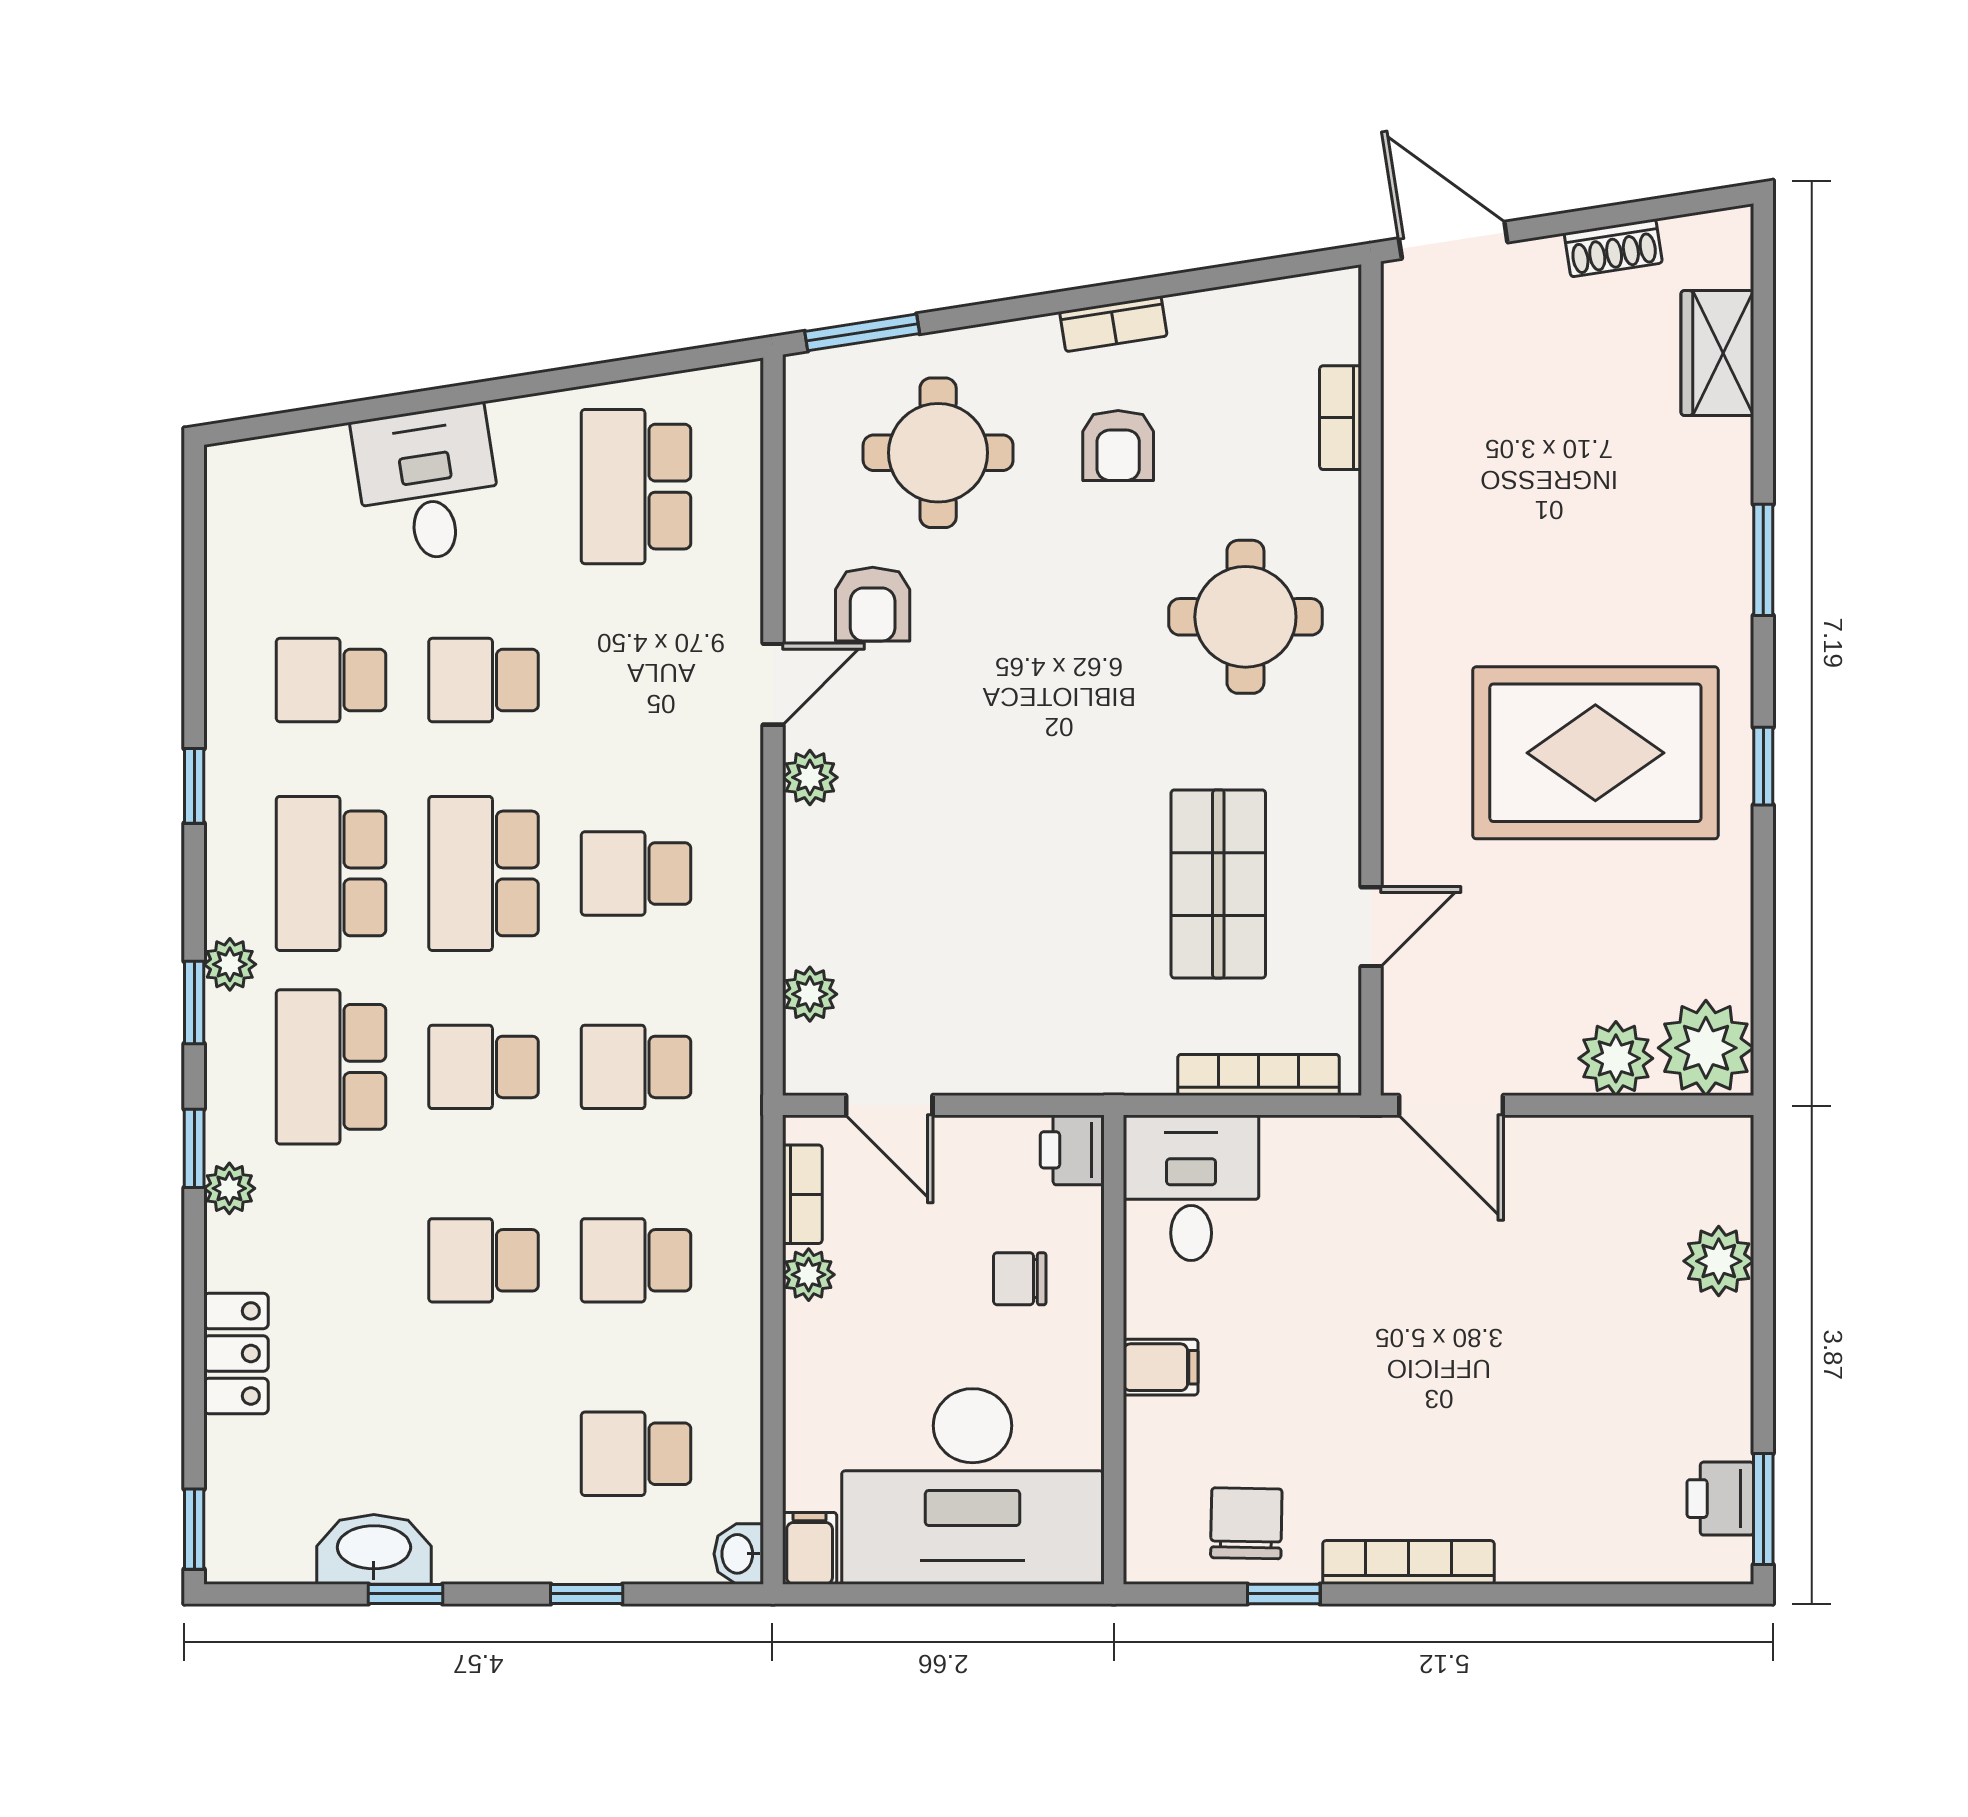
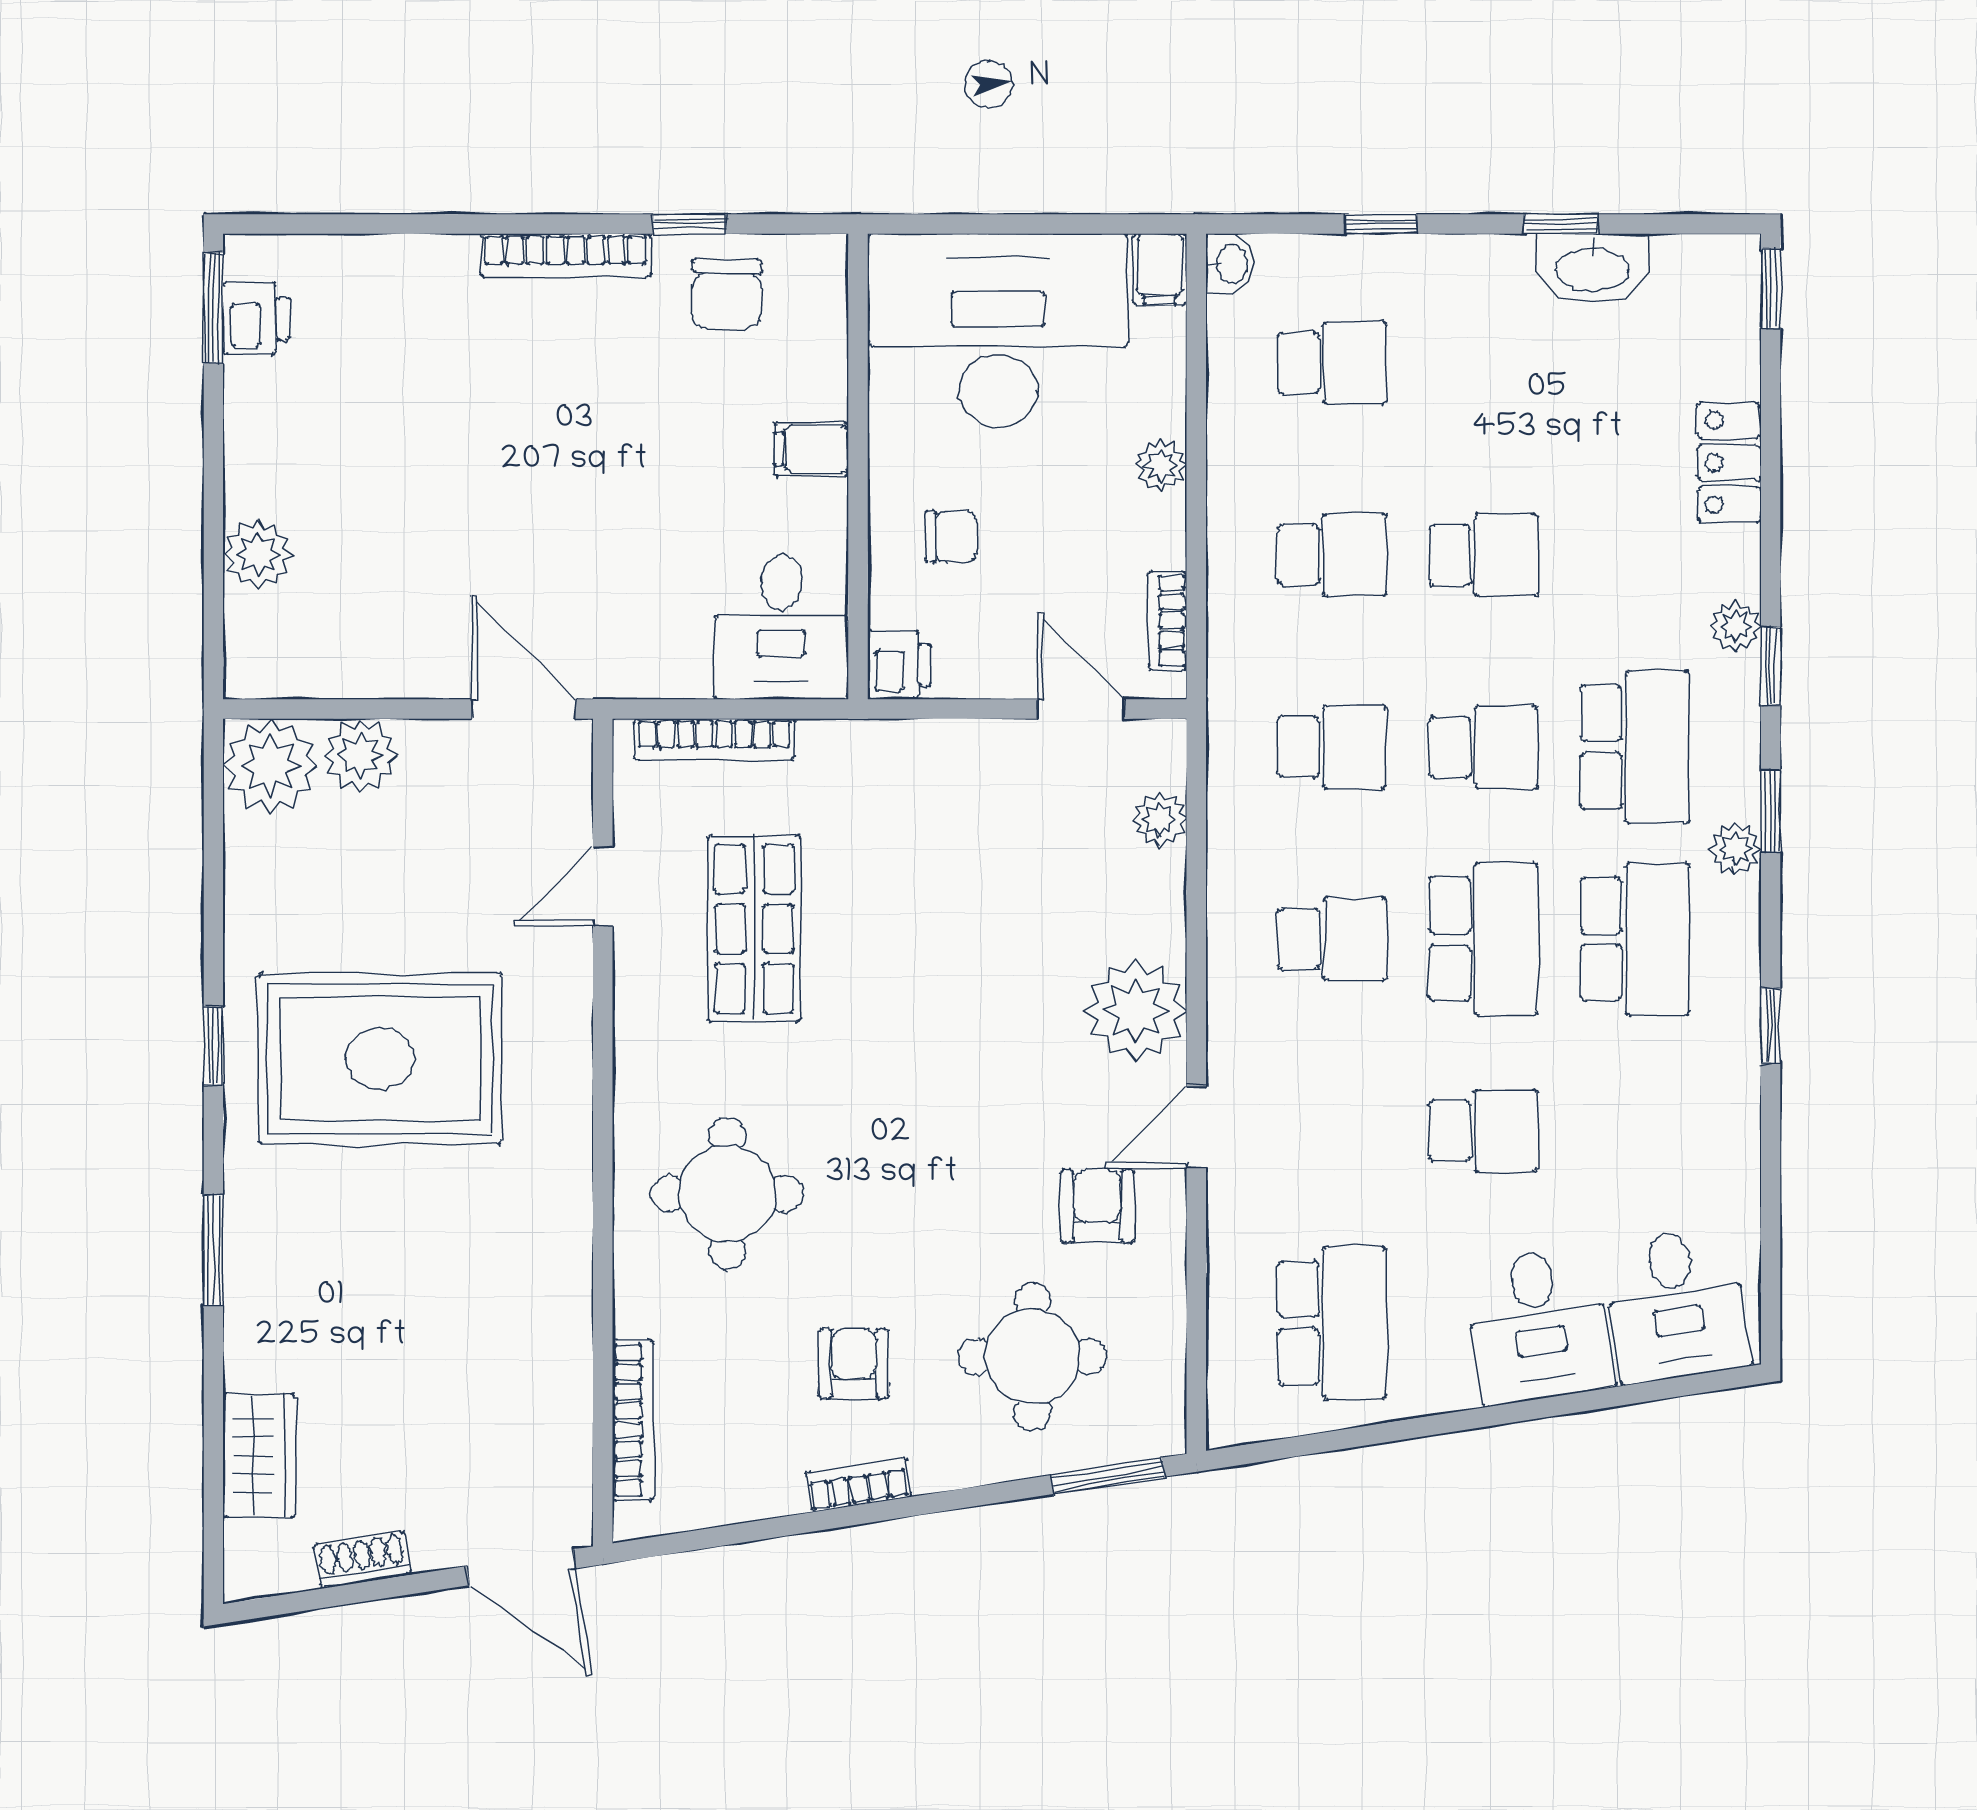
bookcase: (1341, 418) -> (633, 1420), width x1.56
desk: (289, 505) -> (1677, 1305), added
school desk: (331, 680) -> (1635, 1131), removed
plant: (810, 777) -> (1136, 1010), width x1.88, depth x1.88
plant: (809, 1275) -> (1161, 466), moved

